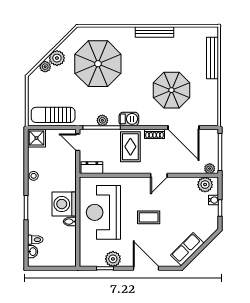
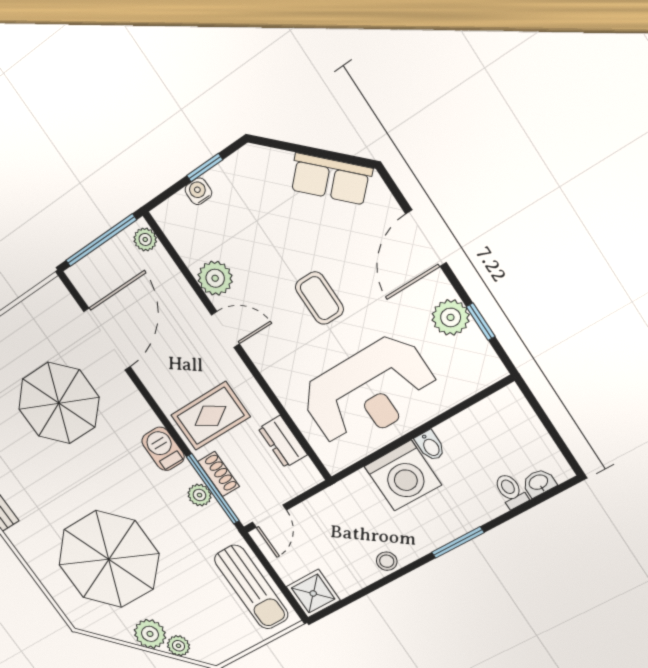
shoe rack: (155, 134) -> (219, 474), moved
dresser: (92, 168) -> (283, 442), moved
plant: (205, 185) -> (215, 278), moved

